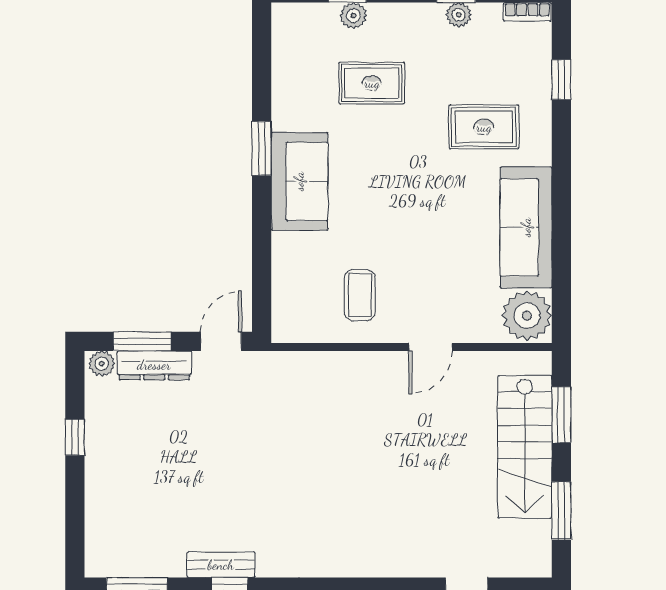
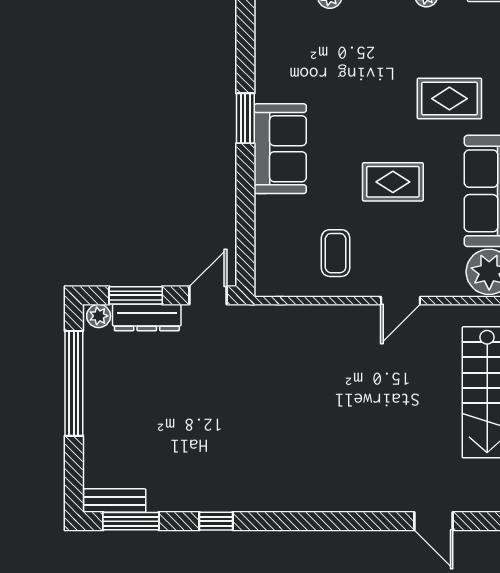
rug: (372, 83) -> (393, 182), moved
window: (75, 437) -> (74, 383), width x3.17
bench: (221, 565) -> (115, 501), moved

